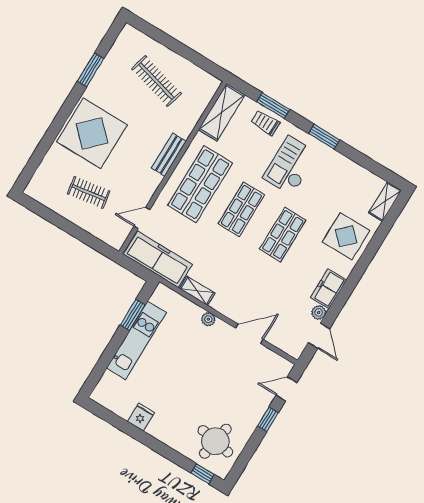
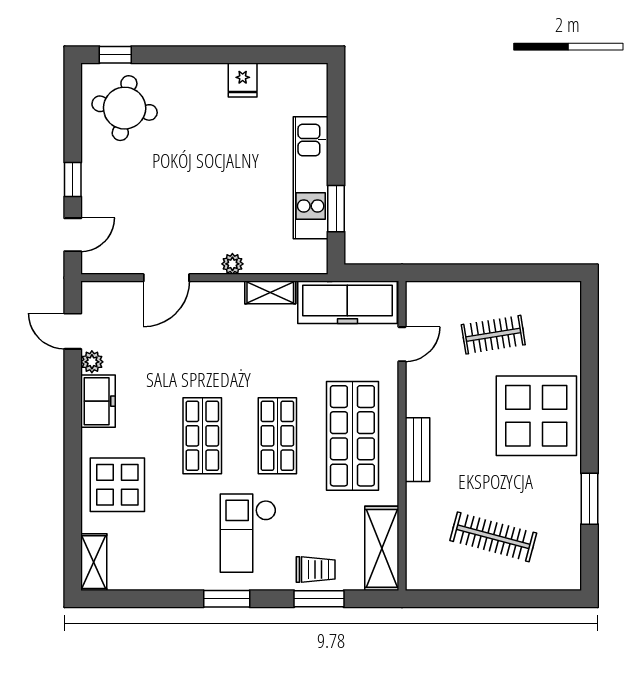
checkout: (290, 166) -> (248, 533), turned 180

